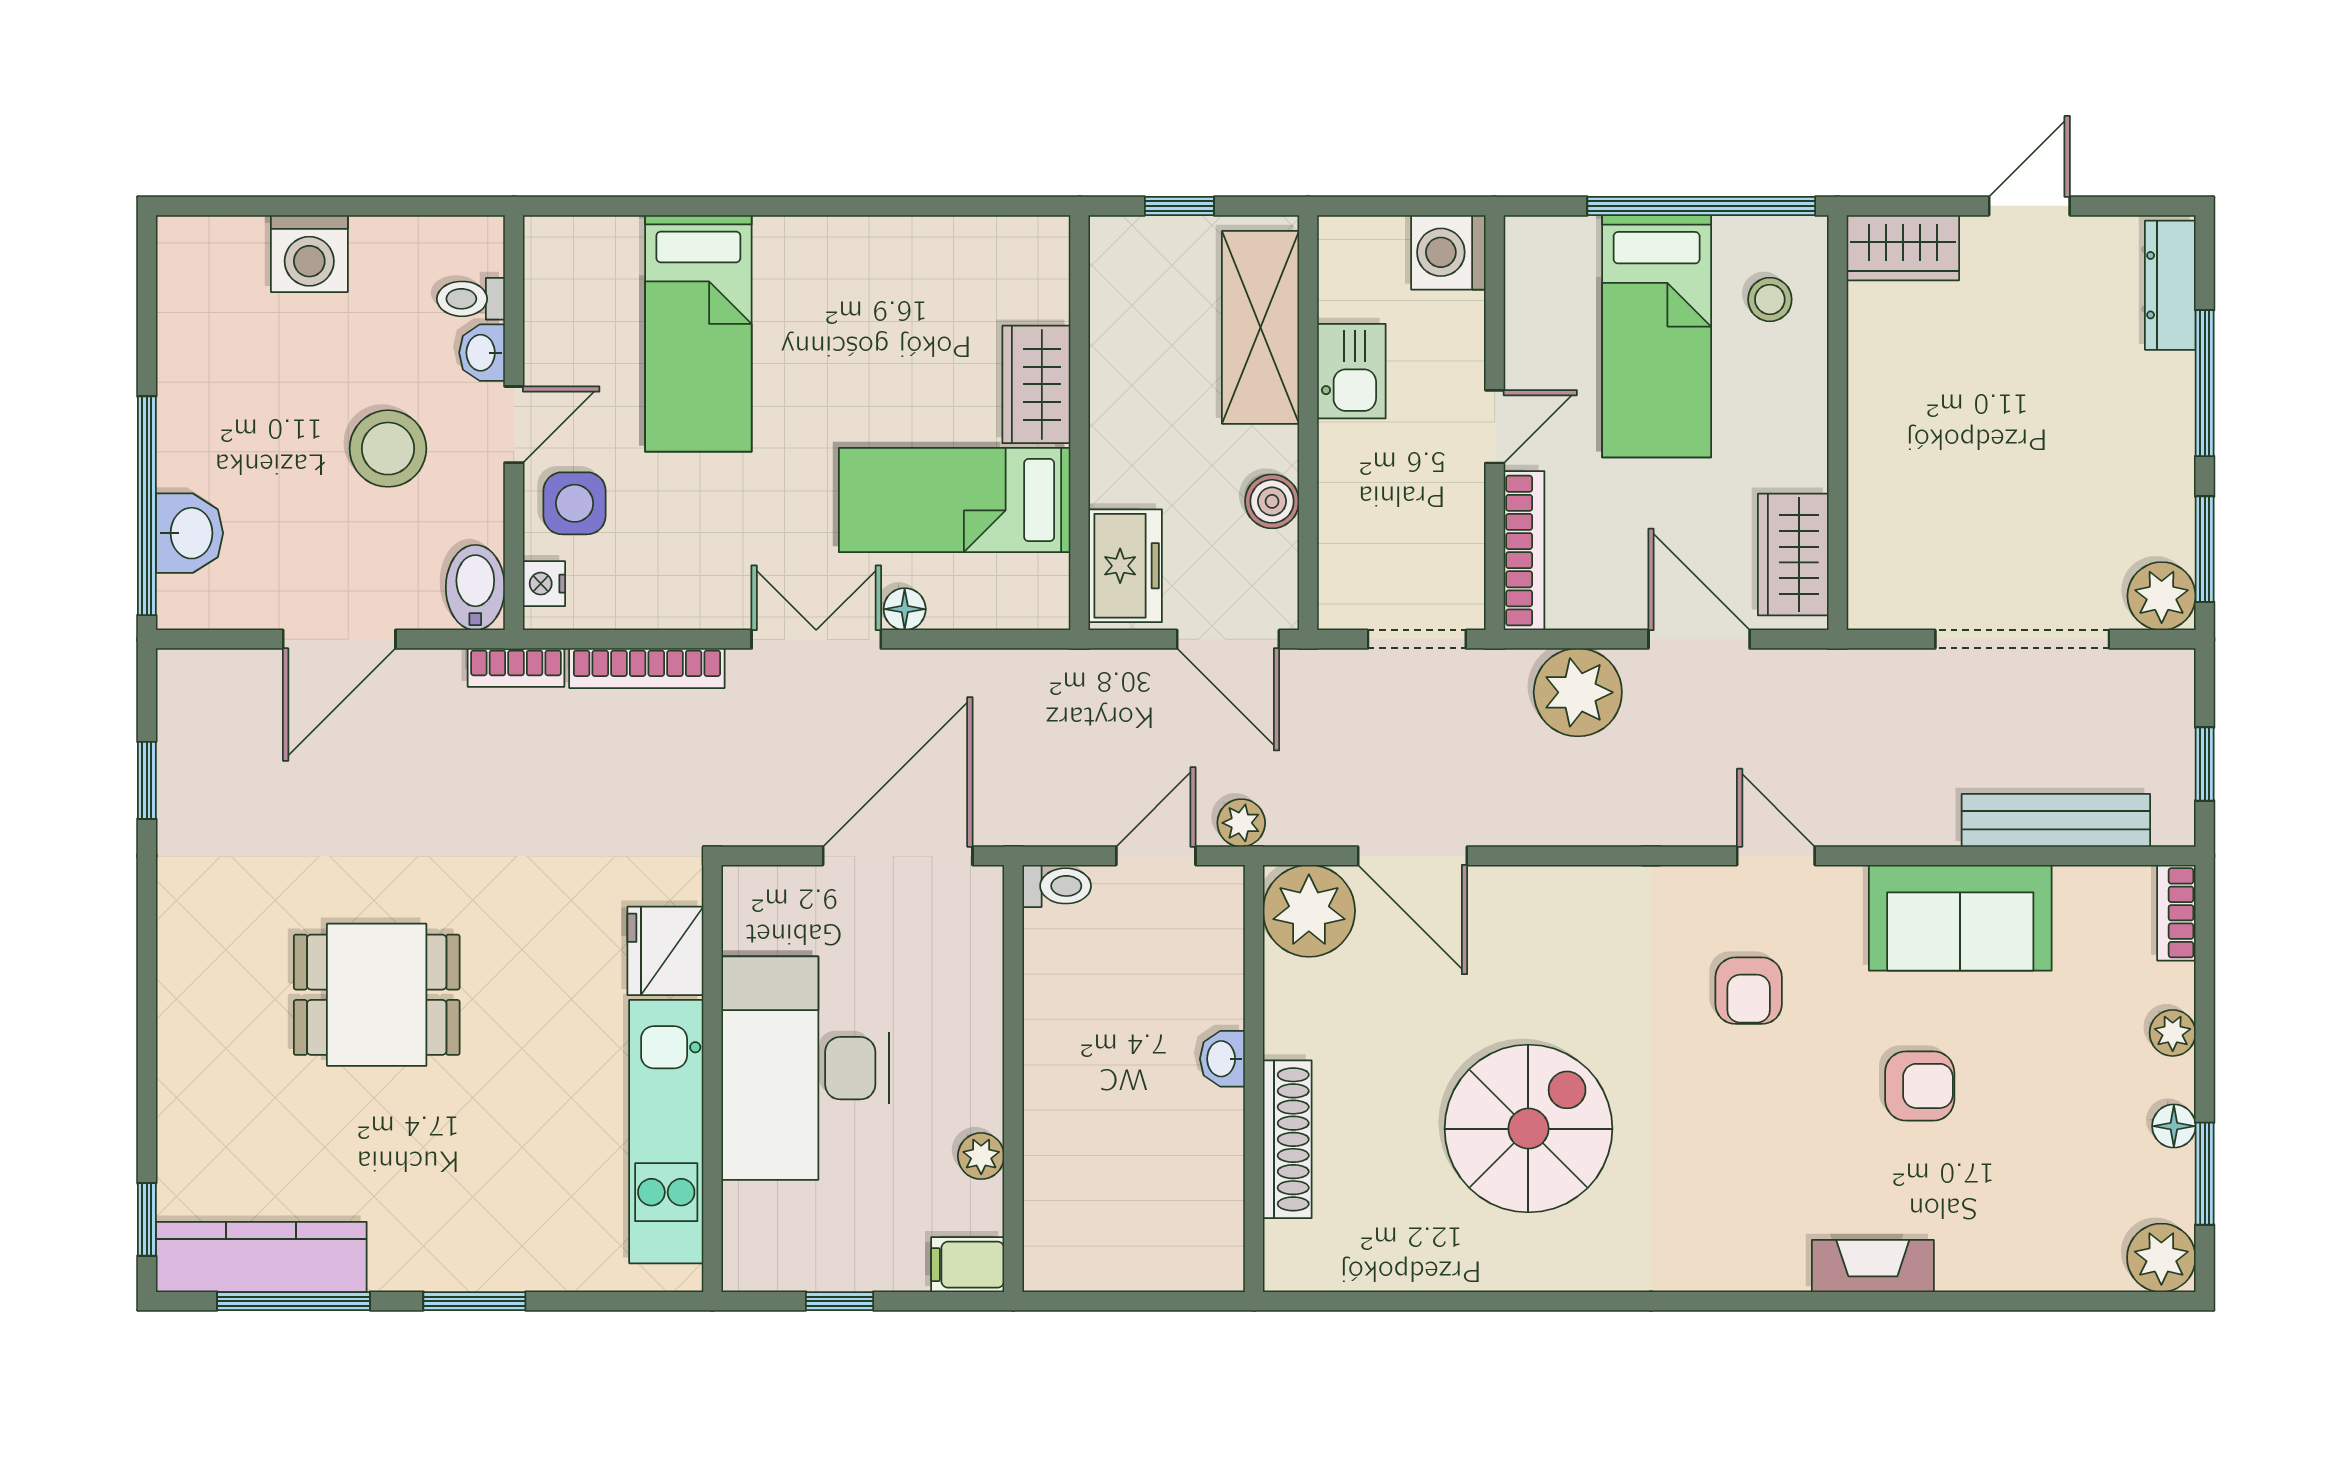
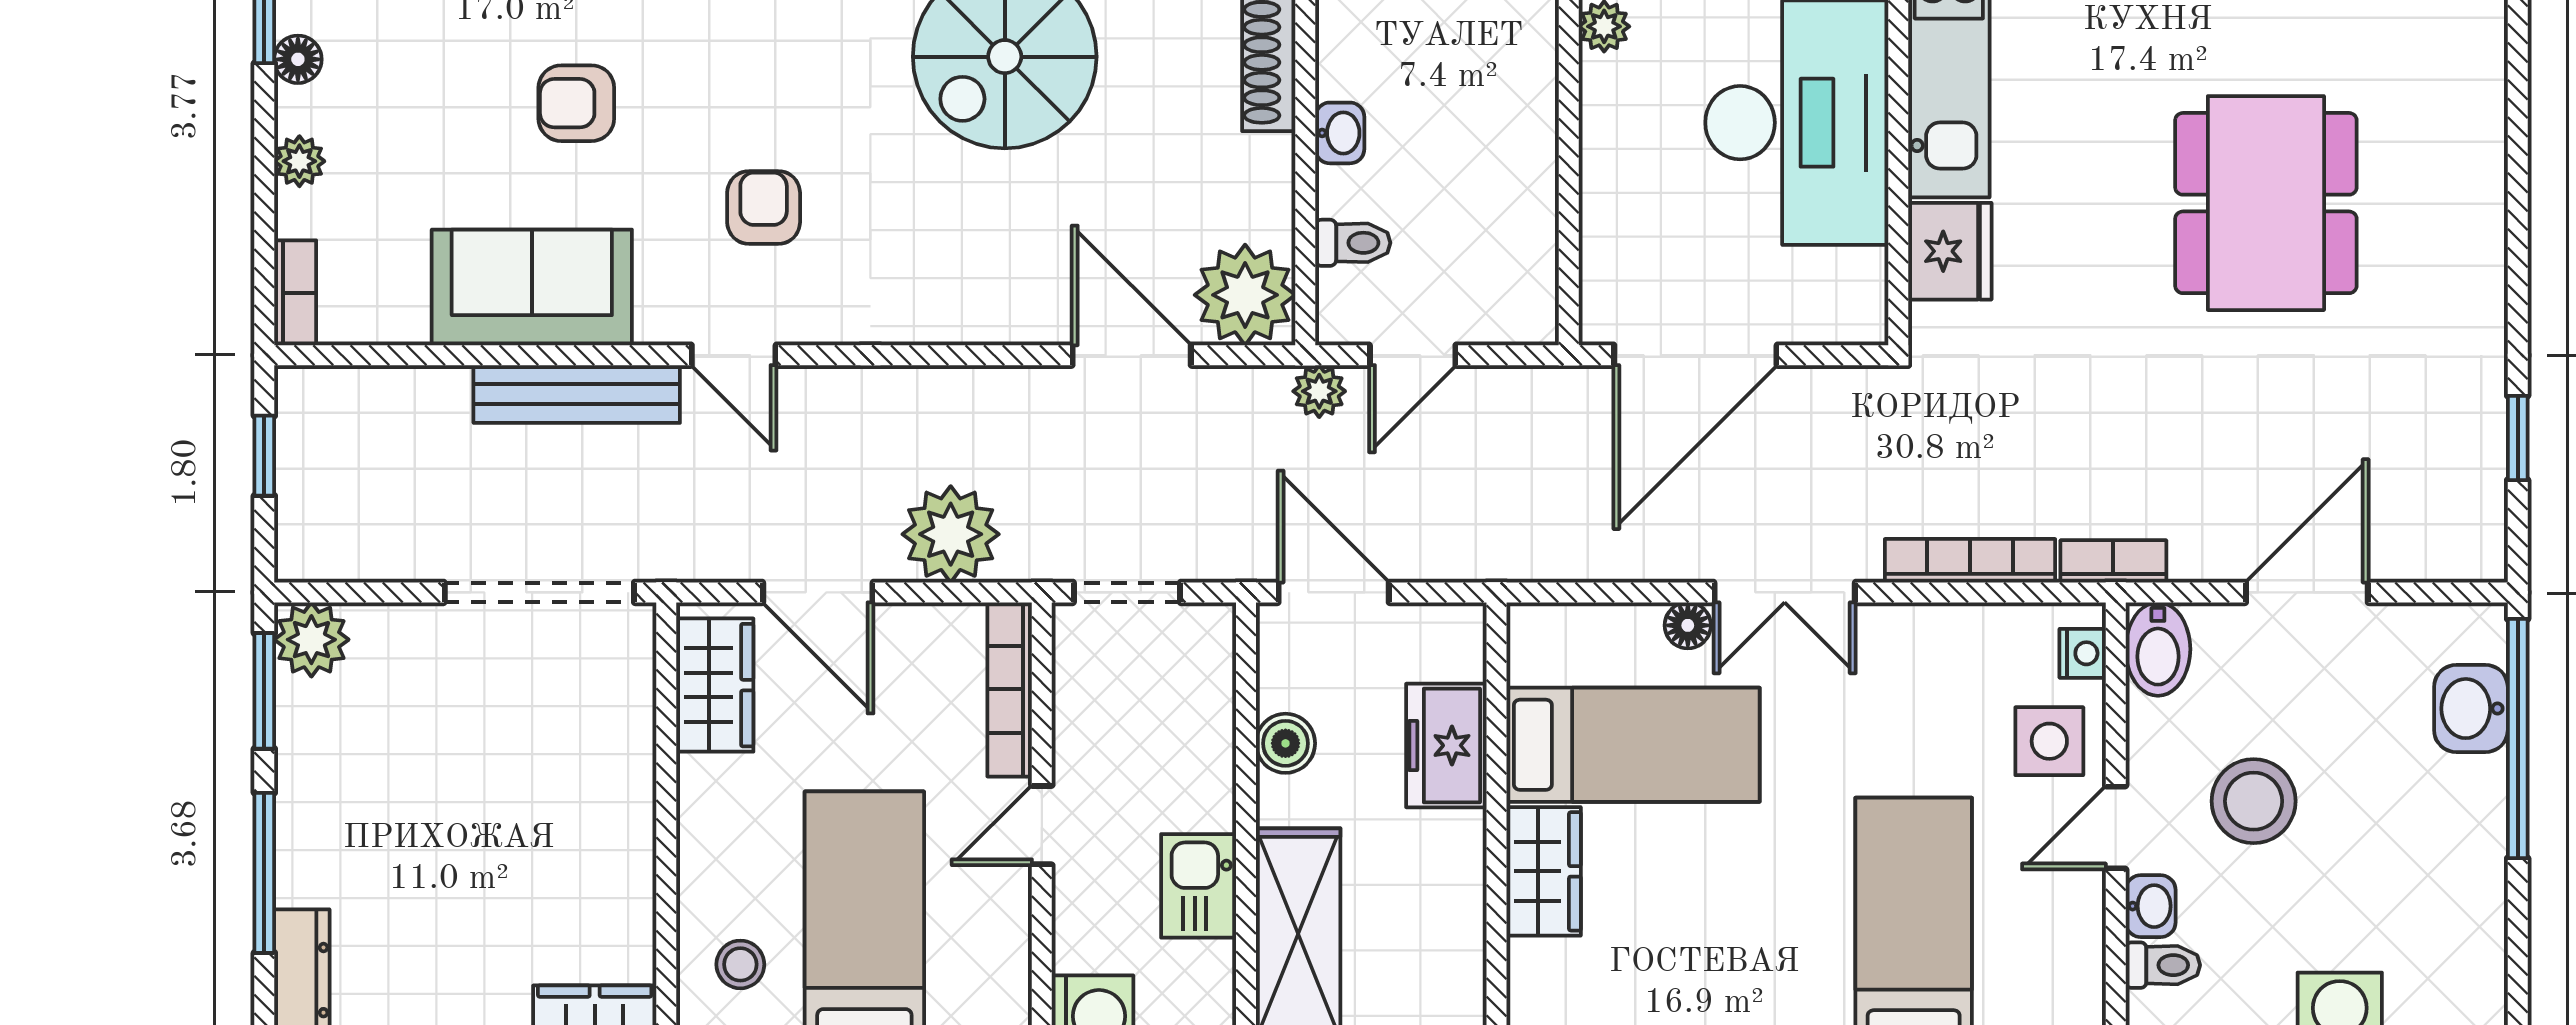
freezer: (1125, 566) -> (1446, 745), moved
doorway: (2022, 639) -> (539, 592), moved
bench: (2056, 820) -> (577, 394), moved
toilet: (1057, 886) -> (1353, 243), moved, turned 180
dining table: (377, 995) -> (2266, 203), width x1.37

